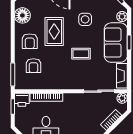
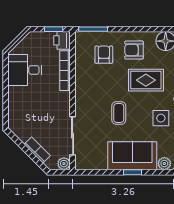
armchair: (33, 66) -> (104, 55), turned 90
fireplace: (122, 76) -> (91, 163), removed

